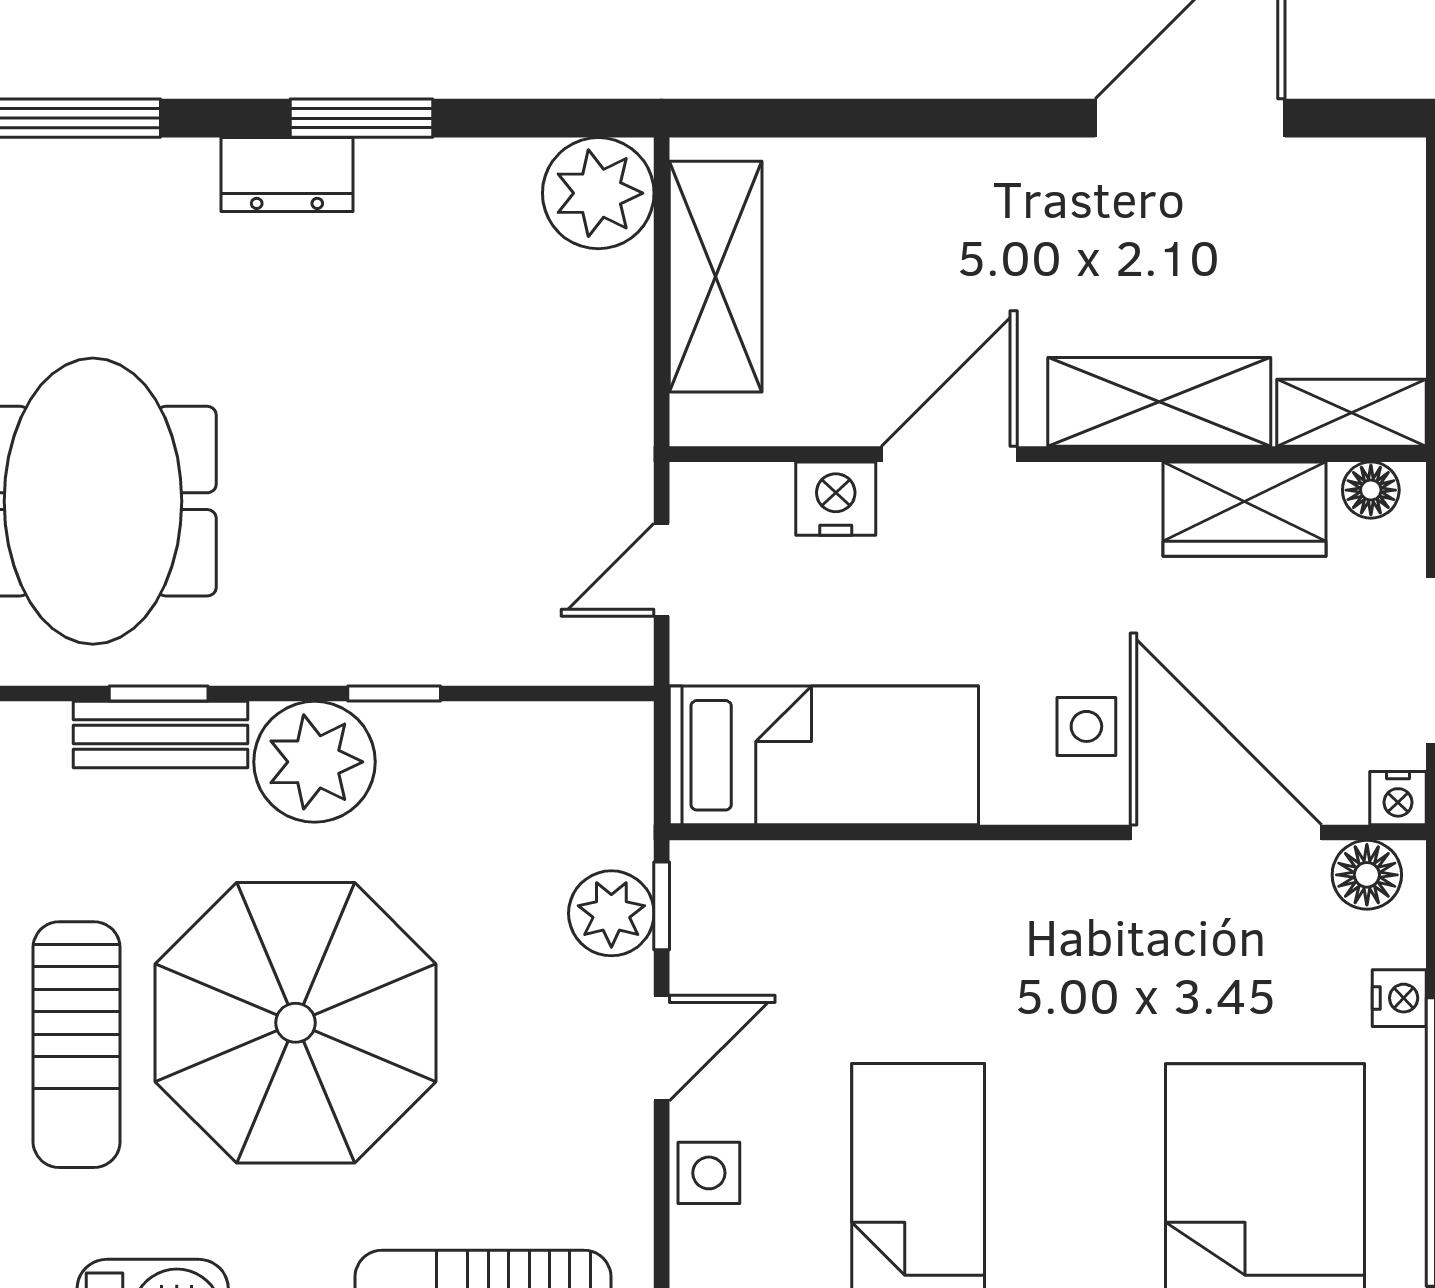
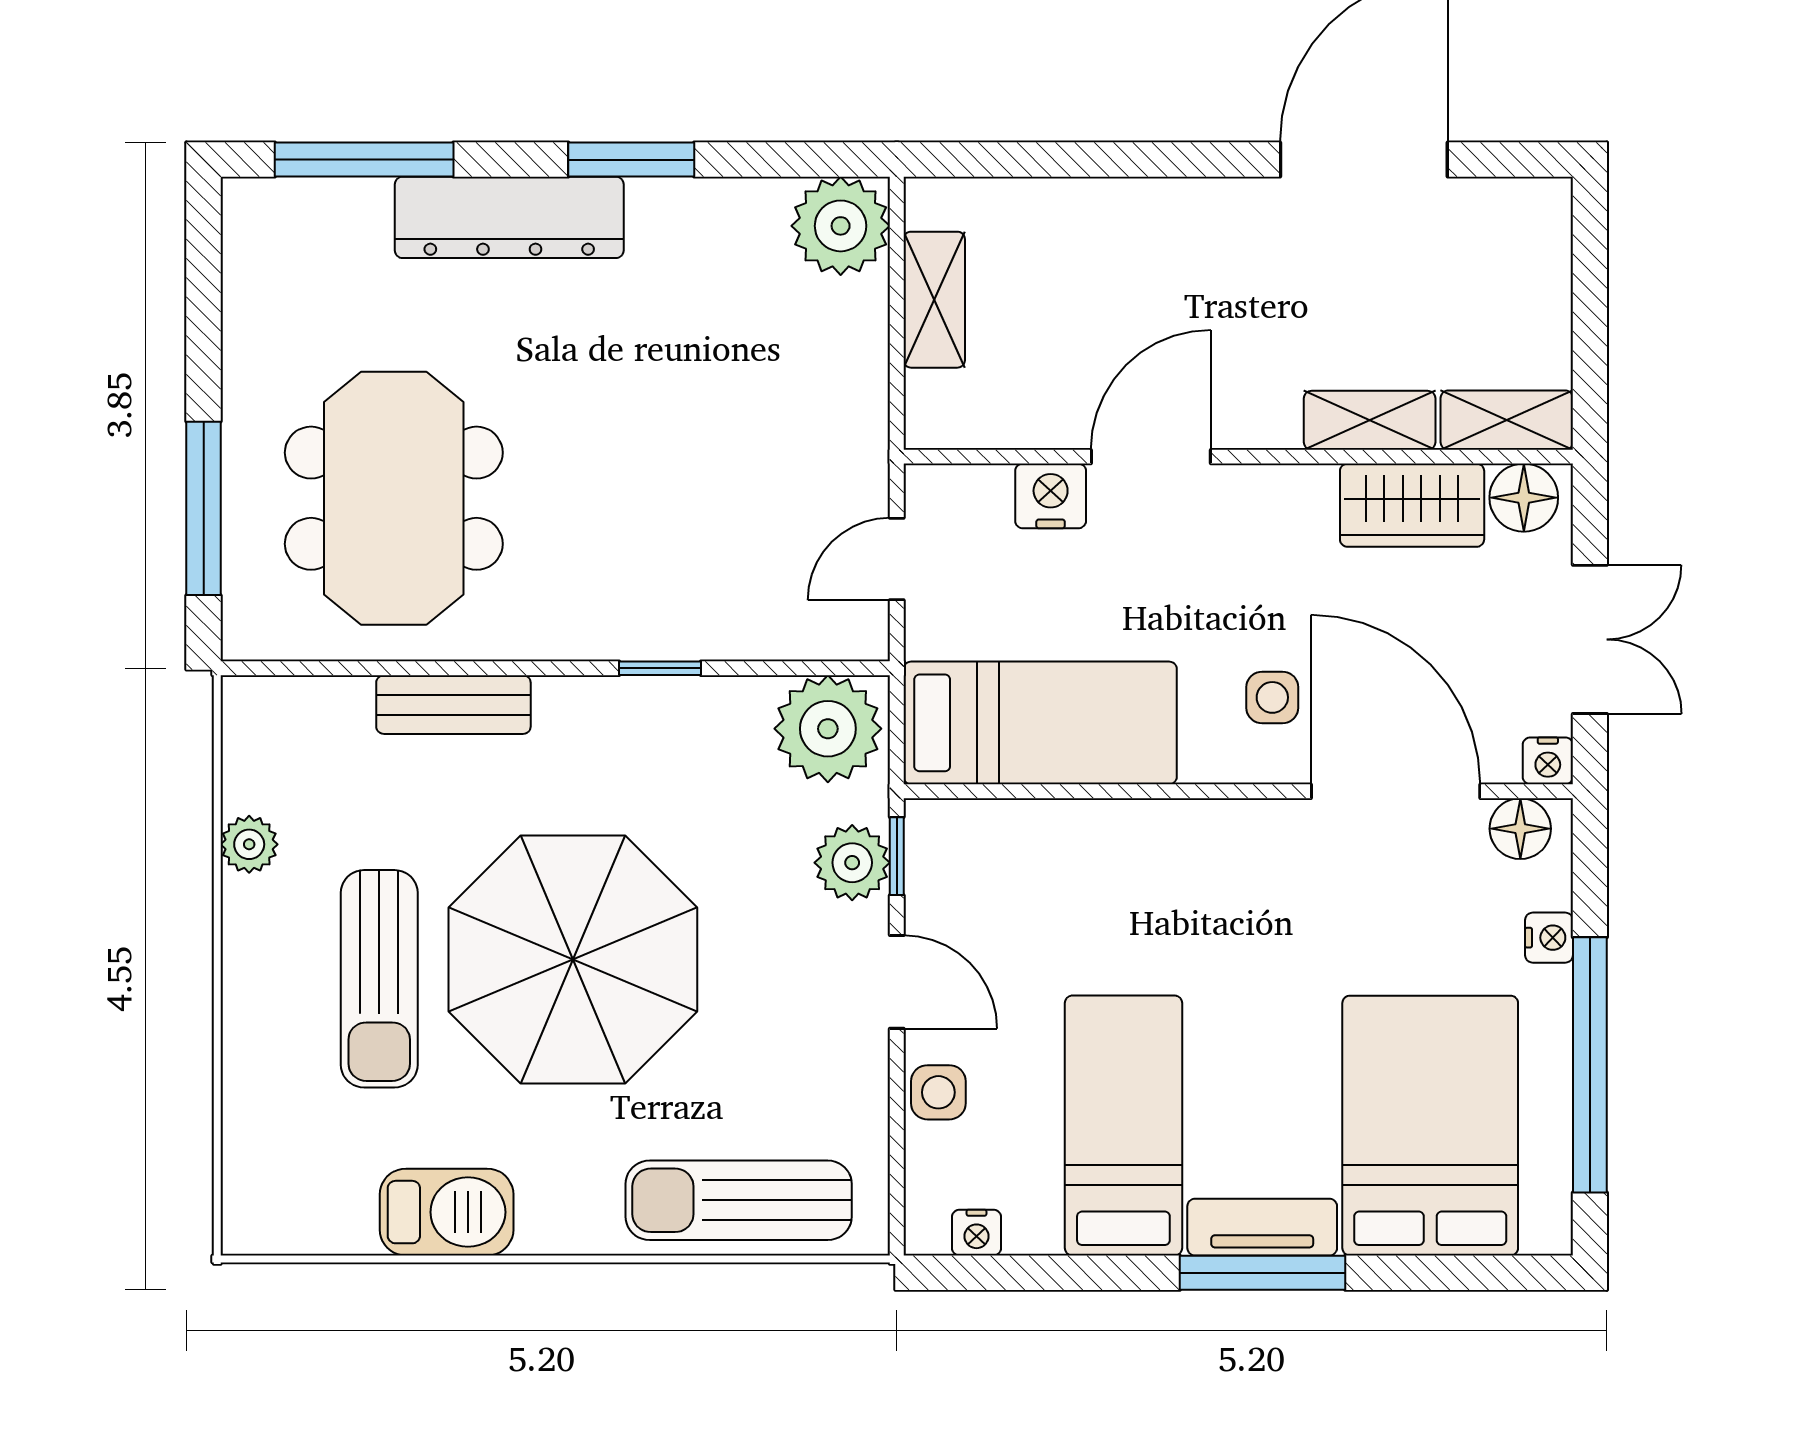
dresser: (287, 175) -> (509, 217), width x1.96, depth x1.24
shelving: (716, 277) -> (934, 300), width x0.67, depth x0.75
shelving: (1159, 402) -> (1370, 420), width x0.67, depth x0.75
floor lamp: (1371, 490) -> (1524, 498), width x1.37, depth x1.37
window: (159, 694) -> (452, 668), removed
plant: (314, 762) -> (828, 729), moved
door: (662, 1048) -> (897, 982), hinge flipped

